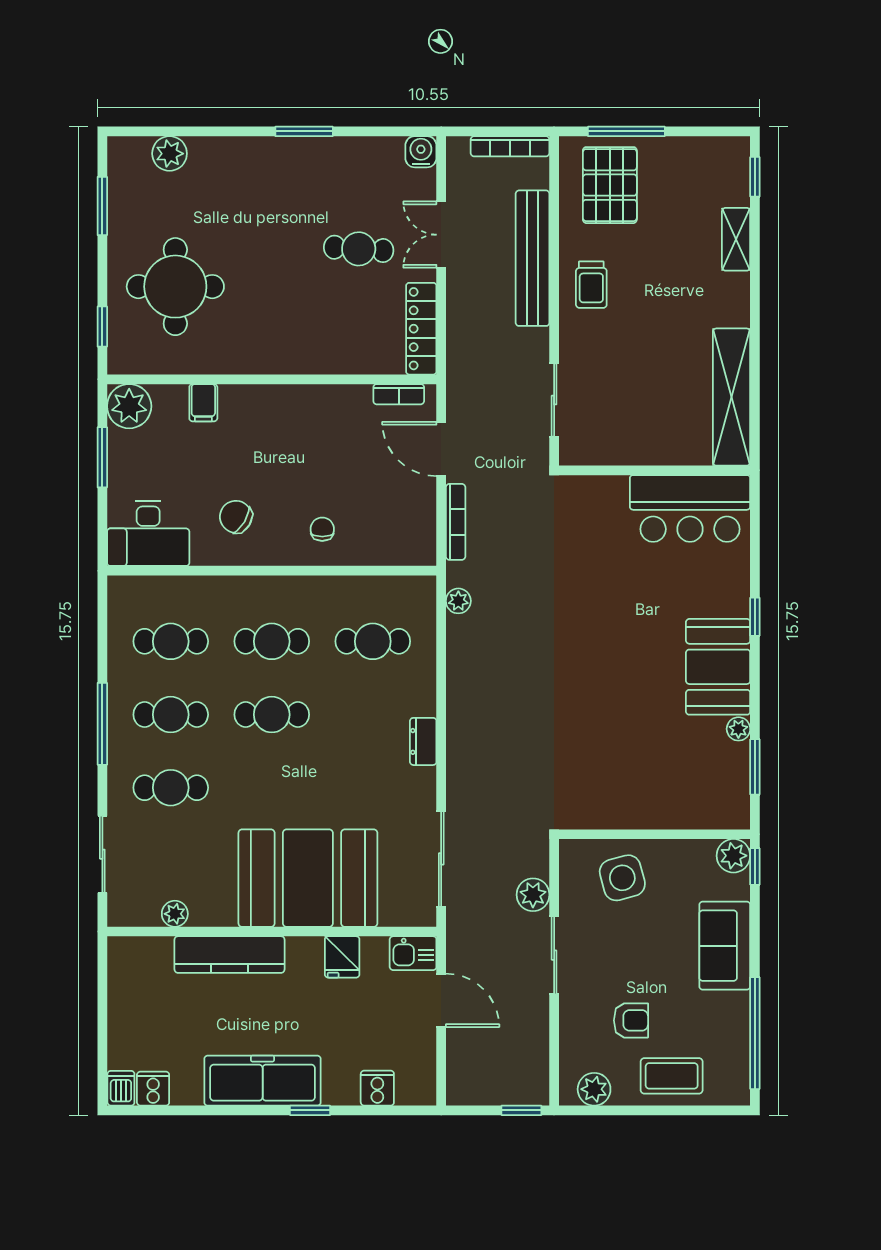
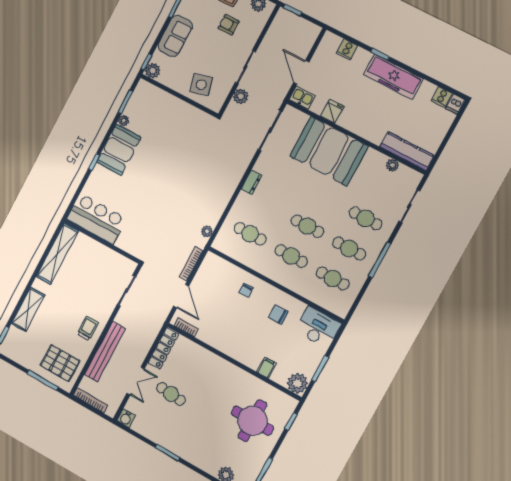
pallet: (610, 185) -> (60, 363), turned 90
shelving: (736, 239) -> (28, 309), width x1.50, depth x1.33
chair: (236, 517) -> (278, 314), turned 149
kitchen counter: (230, 955) -> (407, 151), moved

